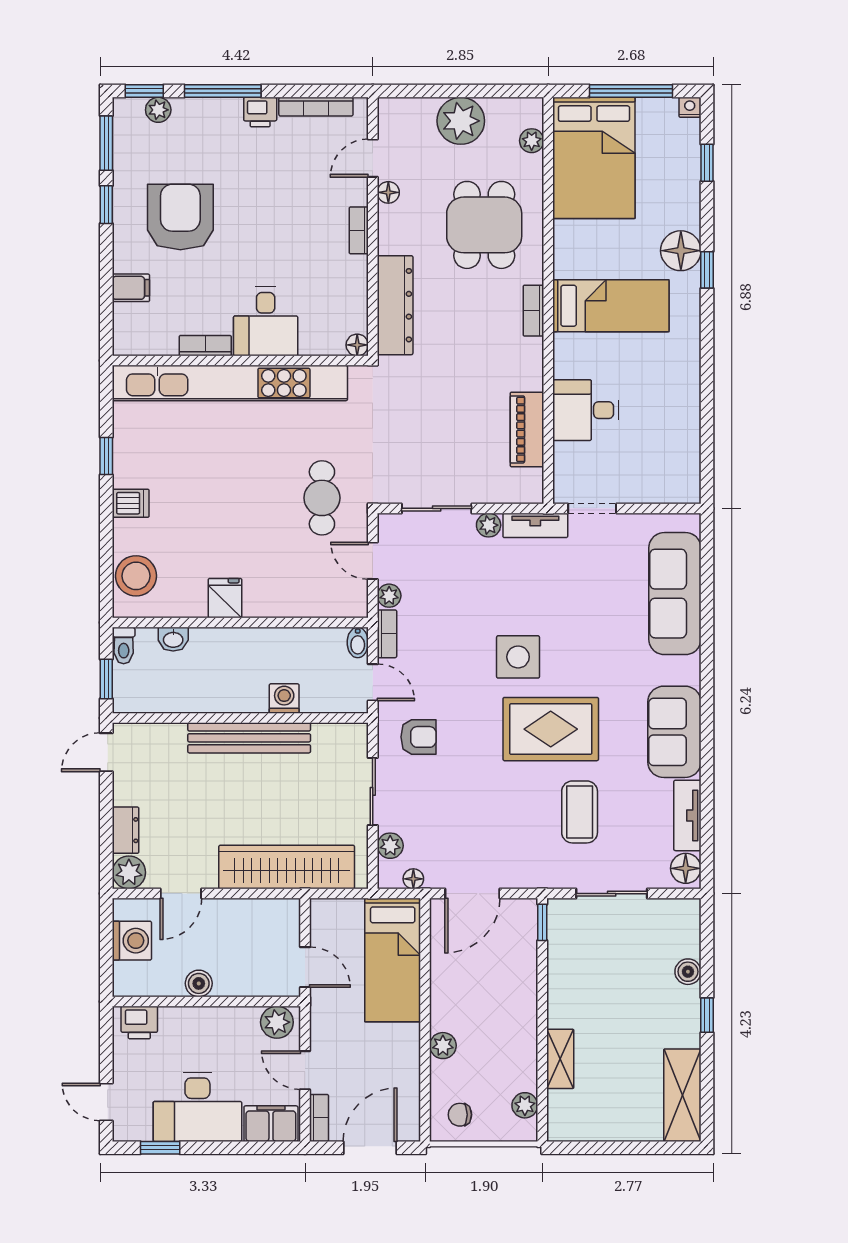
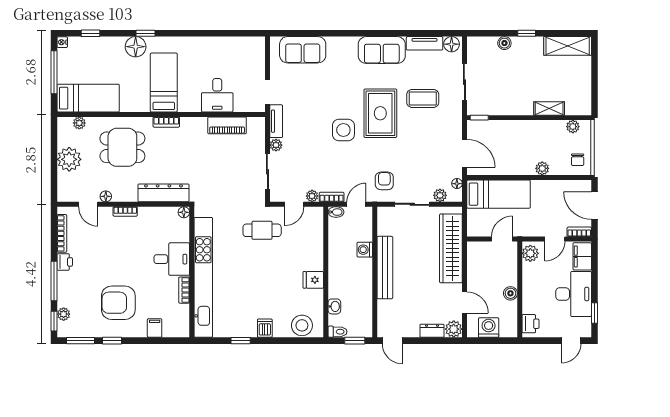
bed: (594, 158) -> (88, 98), width x0.67
sofa: (675, 594) -> (303, 50), width x0.73

